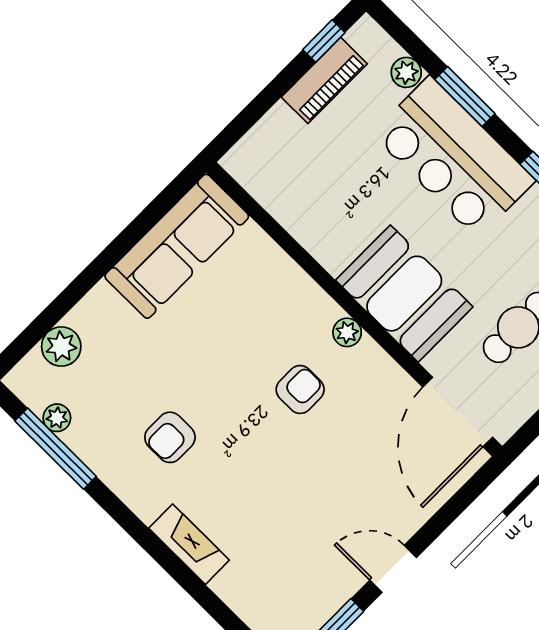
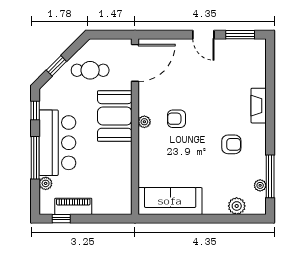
window: (465, 97) -> (35, 158), width x1.44

